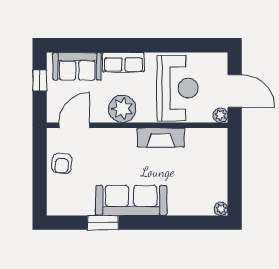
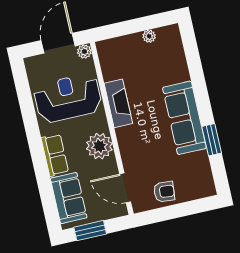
window: (40, 80) -> (90, 231), width x1.50
plant: (221, 209) -> (149, 36), moved

